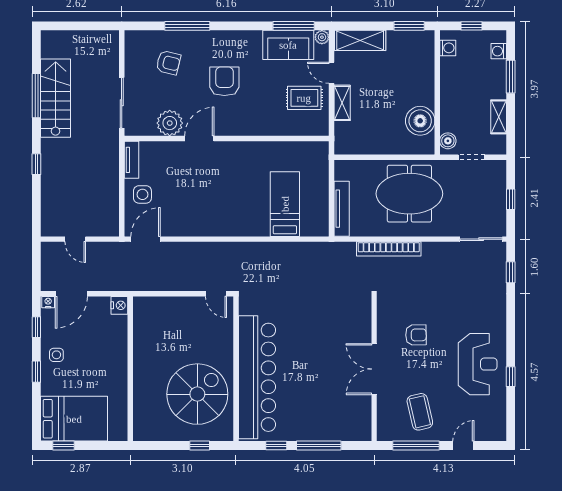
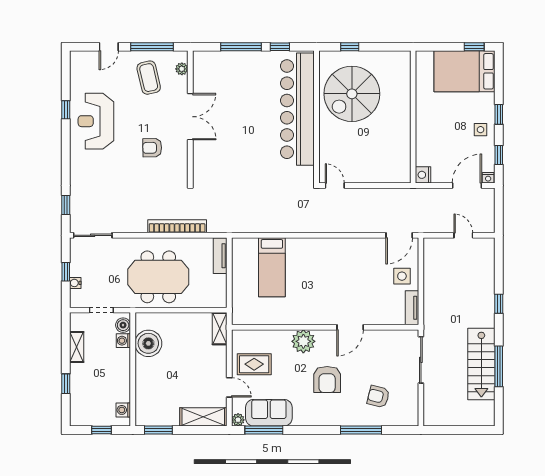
washing machine: (499, 51) -> (123, 341), moved, turned 180
window: (511, 77) -> (66, 384), width x0.67
shelving: (342, 103) -> (220, 329), moved
plant: (170, 123) -> (303, 341), moved
water cooler: (500, 187) -> (75, 283), added
tv unit: (342, 209) -> (220, 256), width x0.71
plant: (384, 421) -> (182, 69), added

